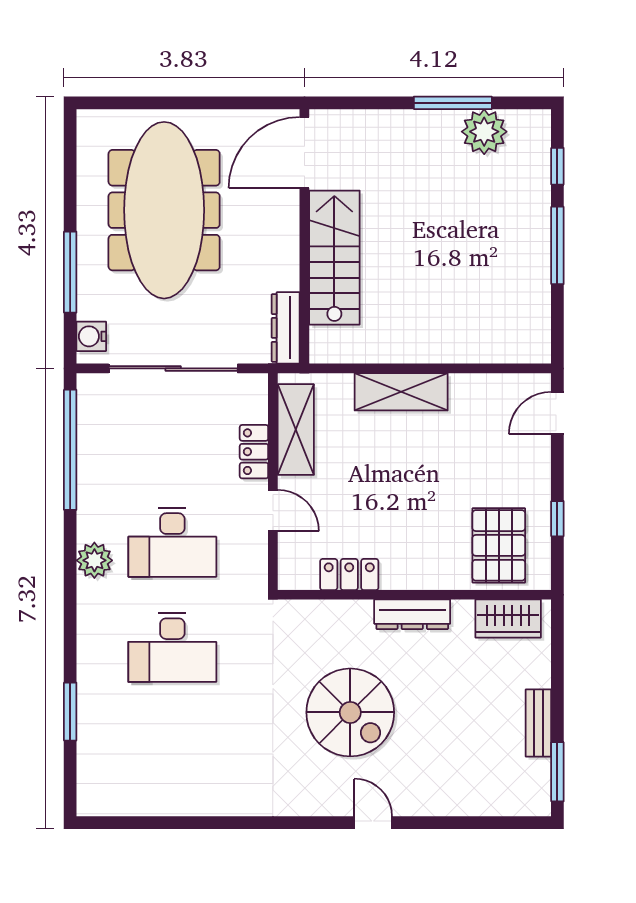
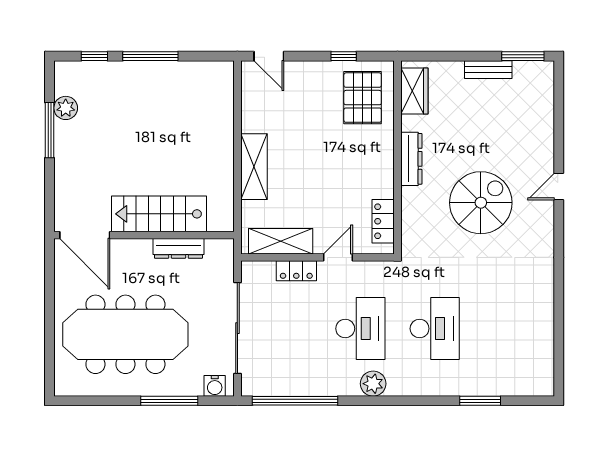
plant: (484, 132) -> (66, 108), width x0.73, depth x0.73
dresser: (286, 328) -> (178, 248), moved
pallet: (499, 545) -> (363, 98), turned 90
locker: (349, 574) -> (383, 221), moved

